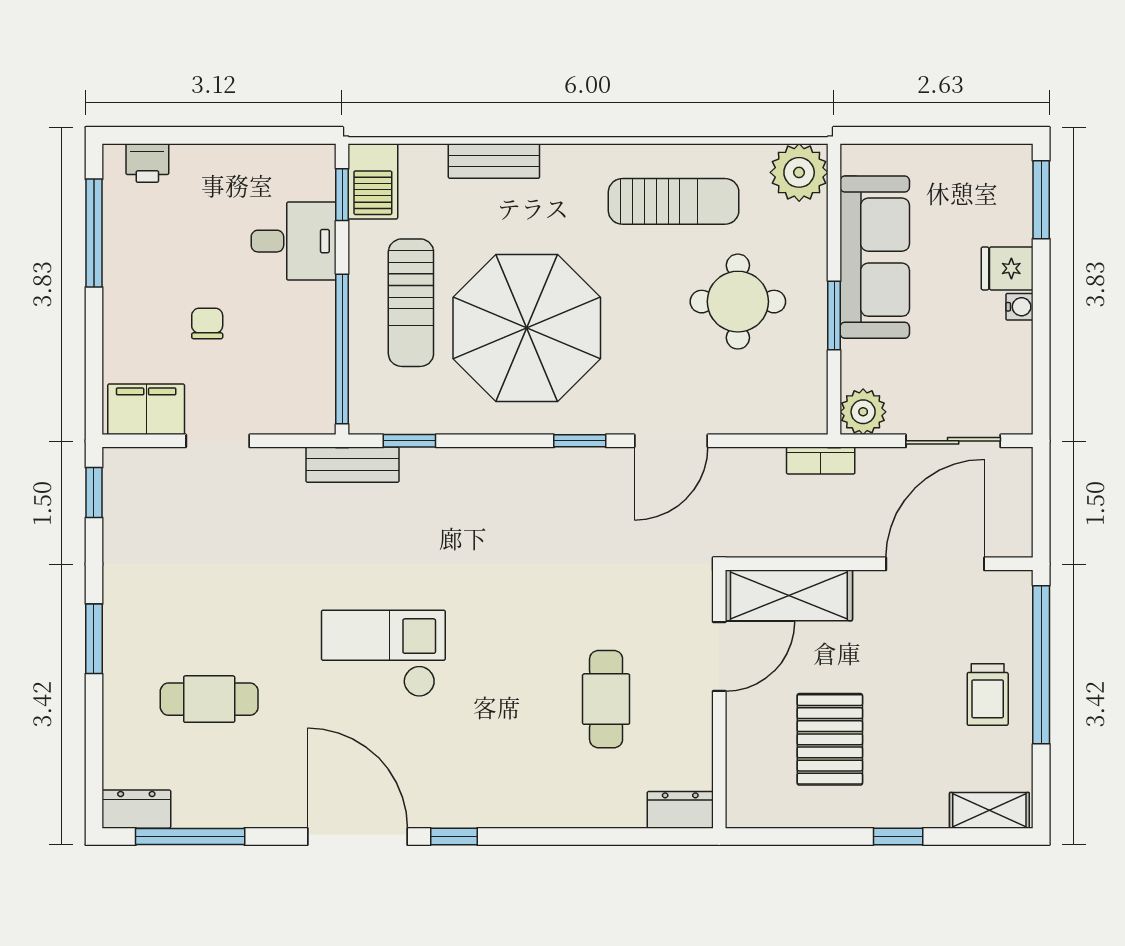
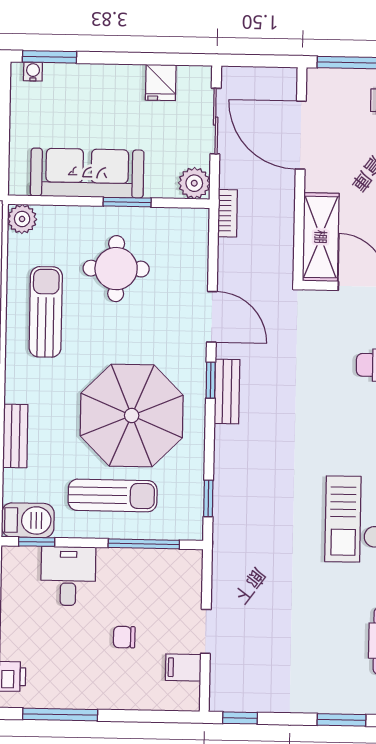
plant: (799, 172) -> (22, 219), width x0.73, depth x0.73
fridge: (1007, 268) -> (161, 83), moved
water cooler: (1019, 307) -> (33, 72), moved
window: (342, 349) -> (144, 544), width x0.68
filing cabinet: (146, 409) -> (183, 667), width x0.50
bench: (352, 465) -> (227, 392), moved

